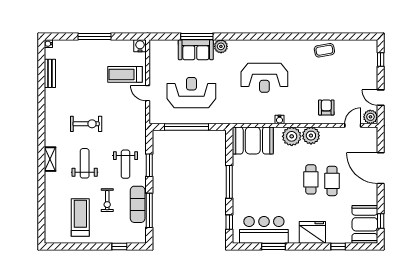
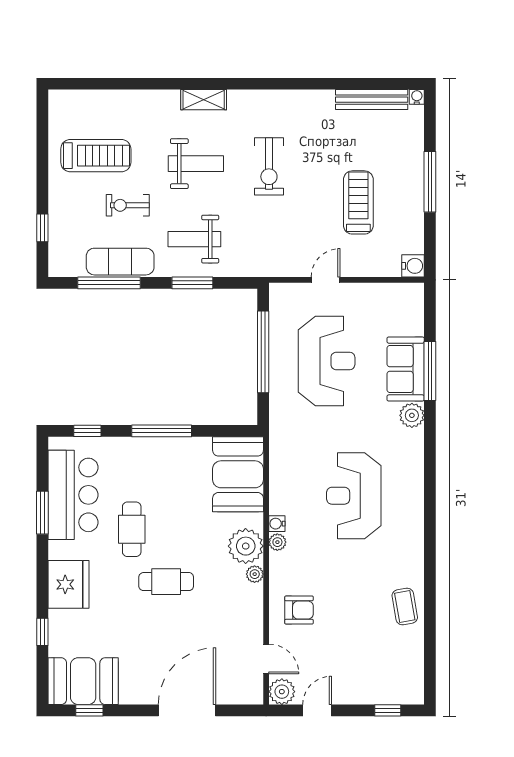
bench: (50, 73) -> (372, 100), width x1.36
treadmill: (125, 74) -> (358, 202), moved
plant: (290, 119) -> (277, 542), added
plant: (311, 136) -> (255, 574), width x0.53, depth x0.53
cafe table: (332, 181) -> (132, 529), moved, turned 90

